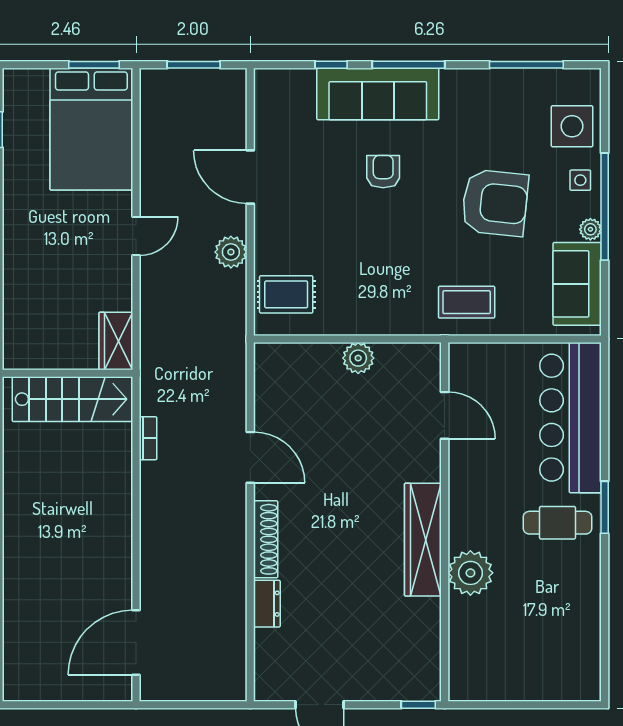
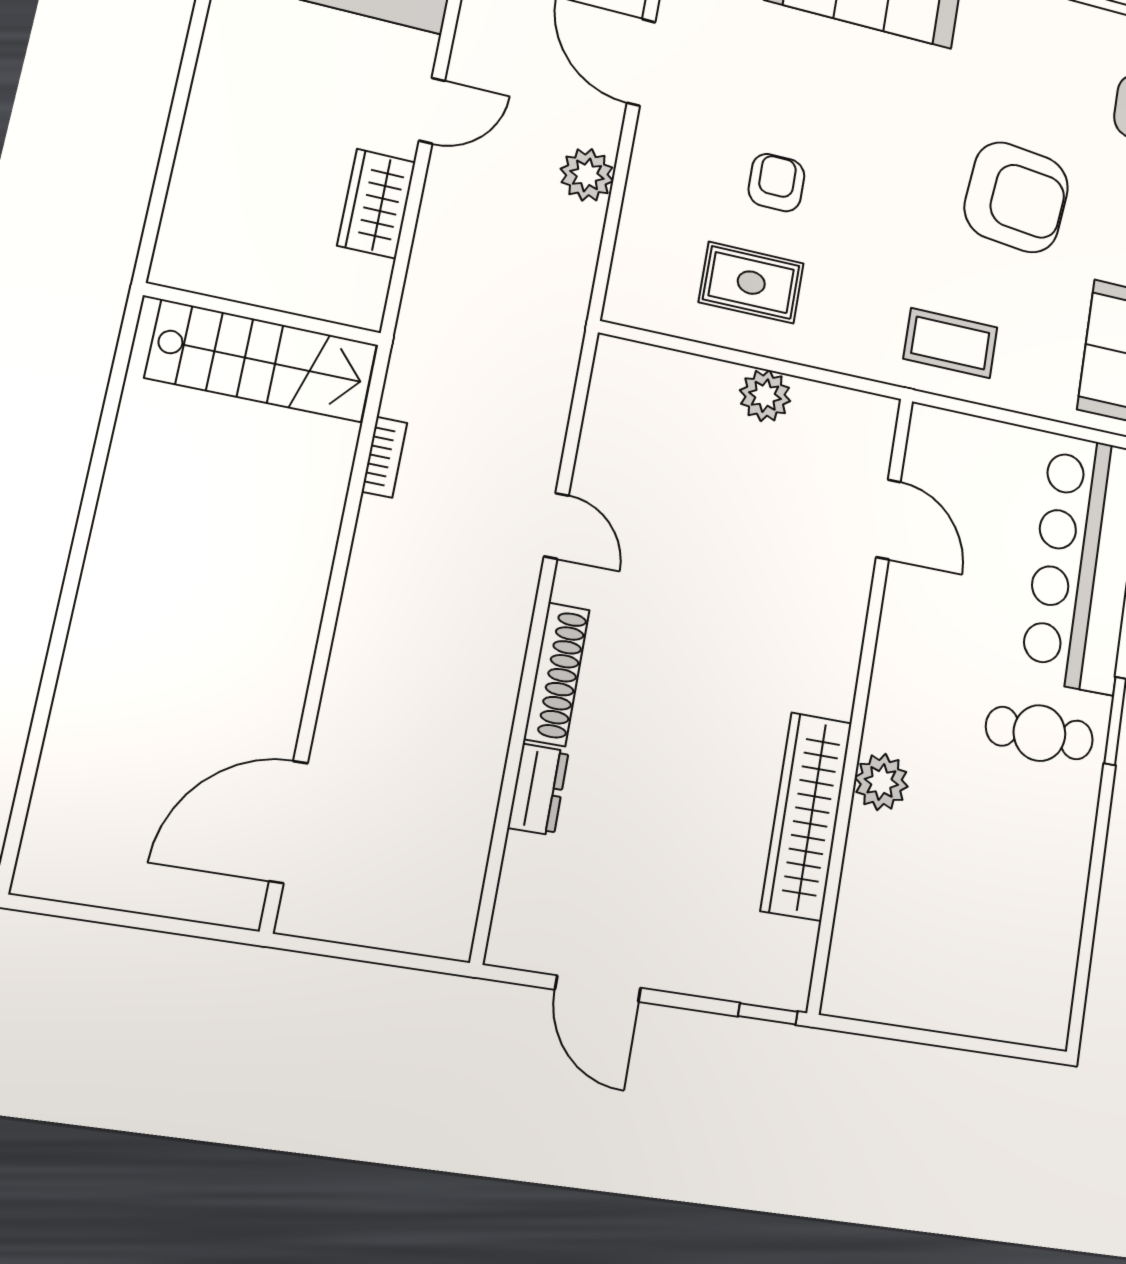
armchair: (383, 172) -> (776, 183), moved
rug: (286, 294) -> (751, 283), moved
wardrobe: (116, 341) -> (376, 204), moved
door: (250, 457) -> (556, 526), width x0.73
wardrobe: (423, 540) -> (806, 816), moved
plant: (470, 573) -> (881, 782), width x0.73, depth x0.73

